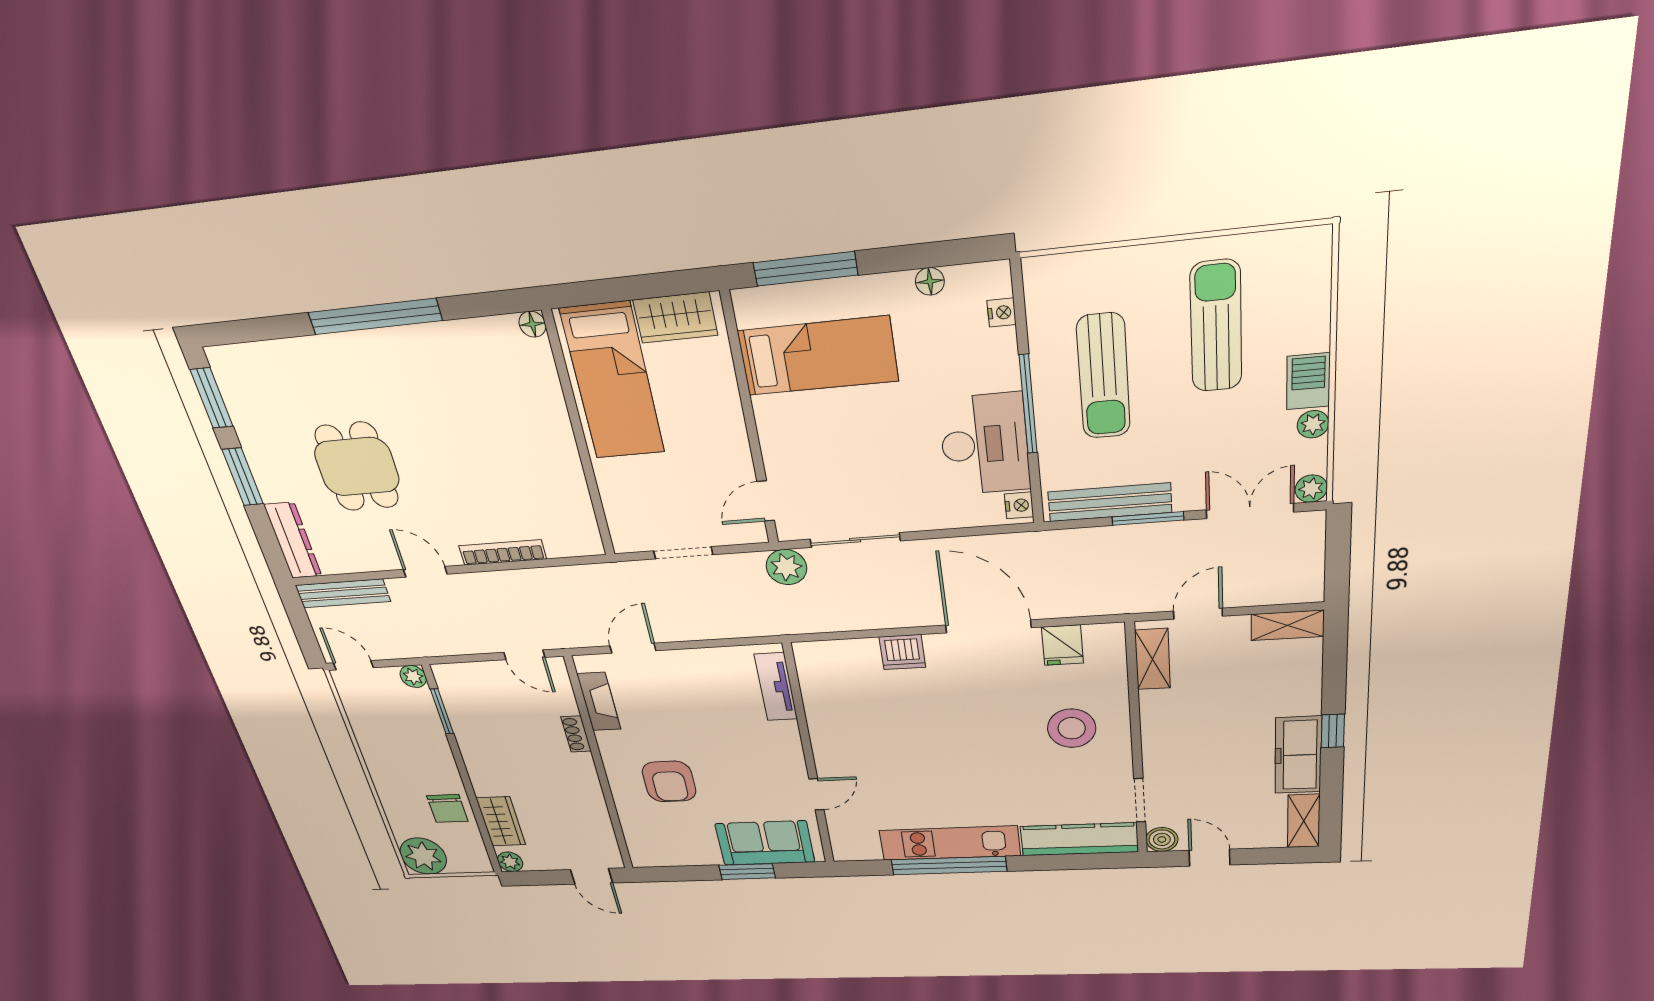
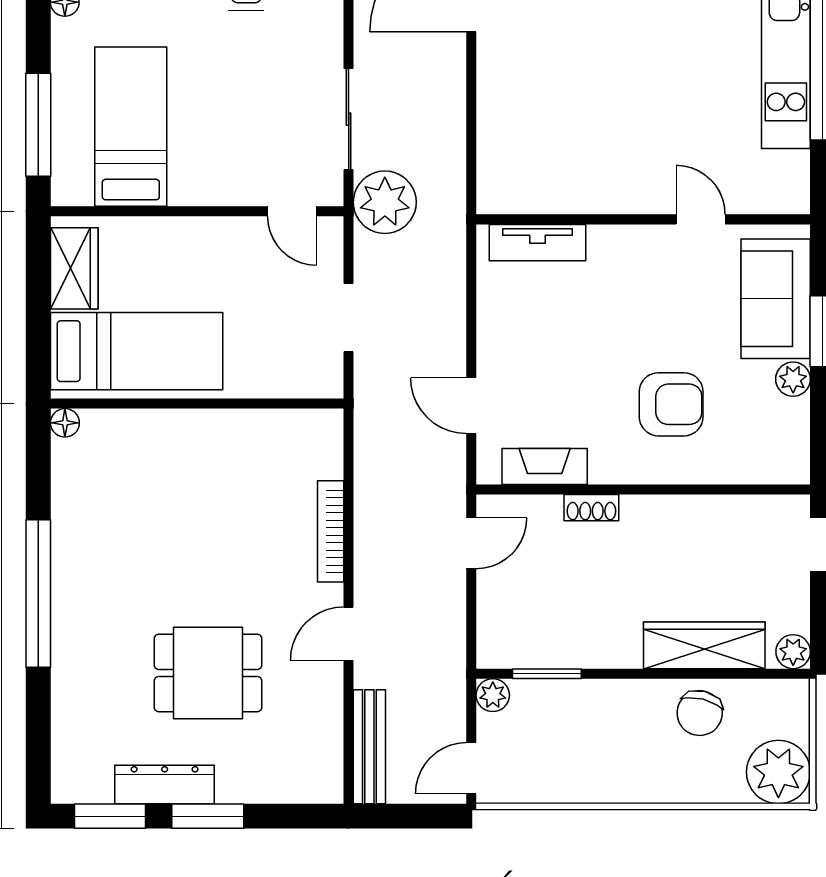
dresser: (293, 540) -> (165, 784), moved
plant: (786, 567) -> (385, 202), width x1.36, depth x1.36
dishwasher: (902, 652) -> (499, 85), removed
chair: (447, 808) -> (700, 713), turned 104
wardrobe: (501, 821) -> (704, 645), width x1.50
plant: (707, 855) -> (793, 379), added

